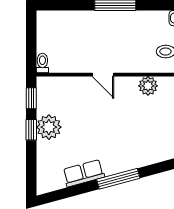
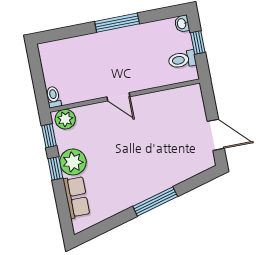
plant: (148, 86) -> (65, 119), moved
row of seats: (84, 173) -> (76, 197), moved, turned 105

